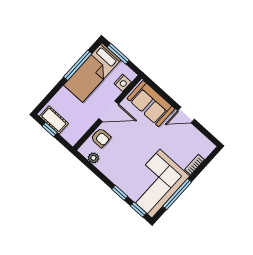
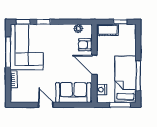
door: (109, 111) -> (94, 65), hinge flipped
door: (186, 115) -> (46, 105), hinge flipped
cot: (54, 120) -> (107, 30), moved

